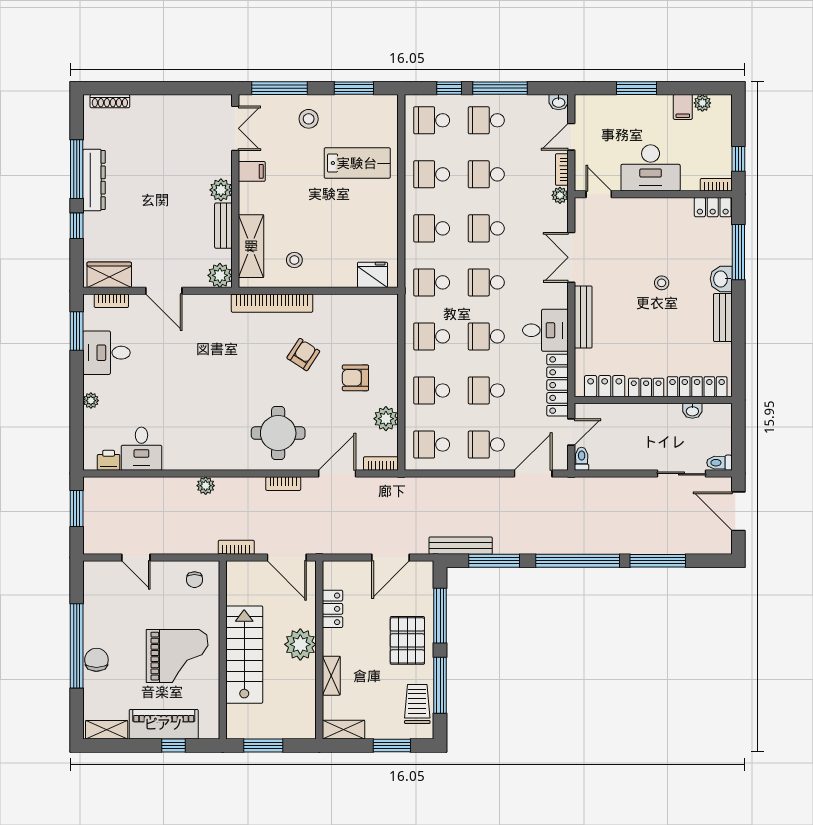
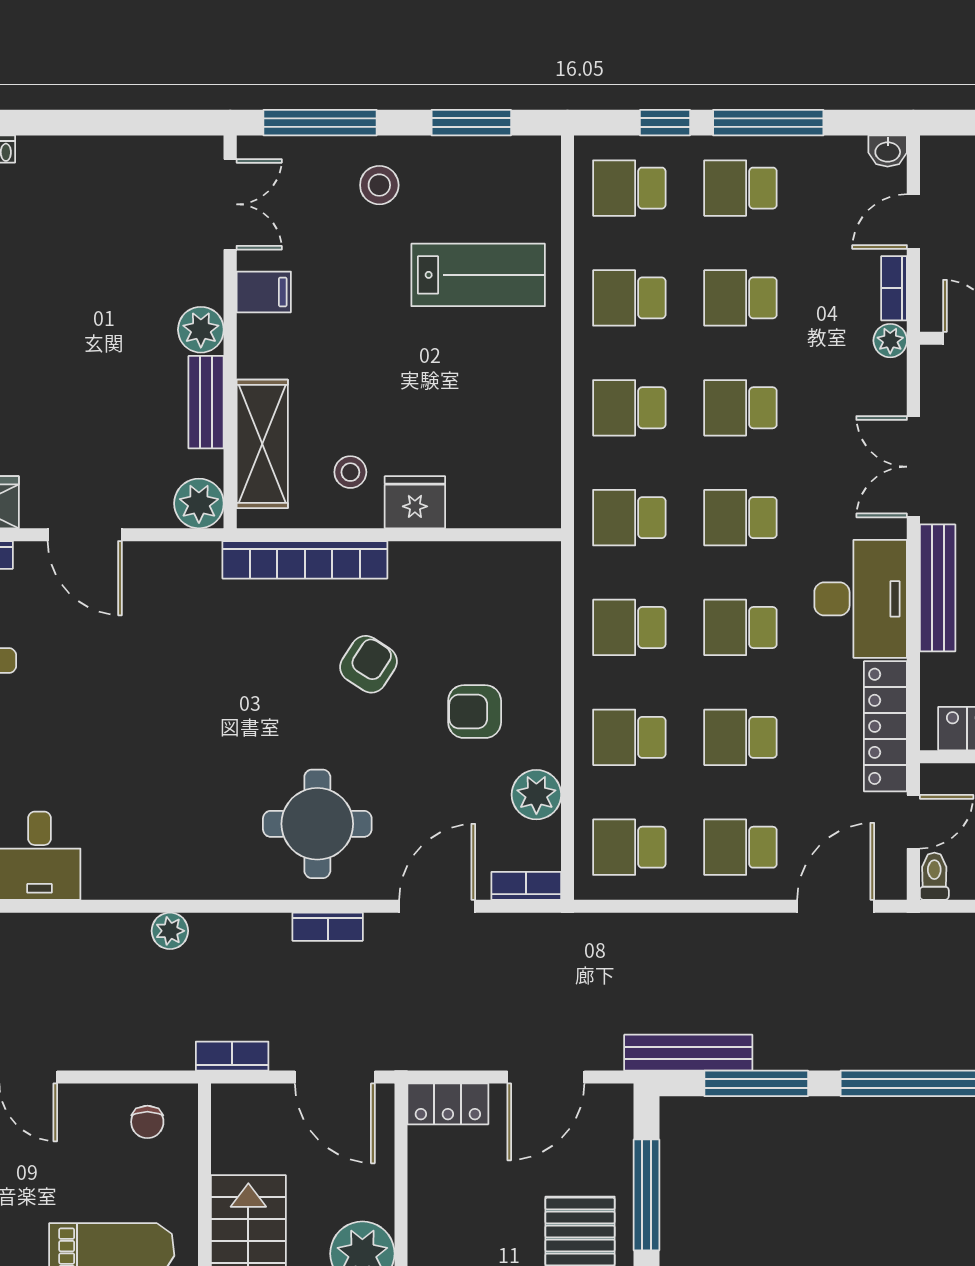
fridge: (372, 275) -> (415, 502), moved
desk: (545, 330) -> (861, 599), width x1.37
locker: (332, 609) -> (448, 1104), moved, turned 90

